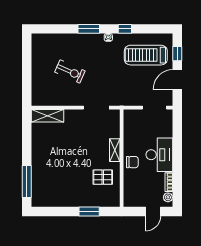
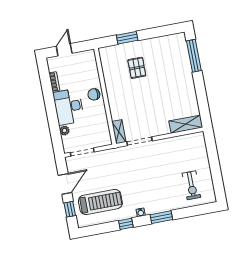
exercise bike: (70, 71) -> (191, 185), moved, turned -114
shelving: (115, 150) -> (119, 132), moved
pallet: (103, 177) -> (137, 68), moved, turned 90
plant: (168, 197) -> (64, 131), moved

